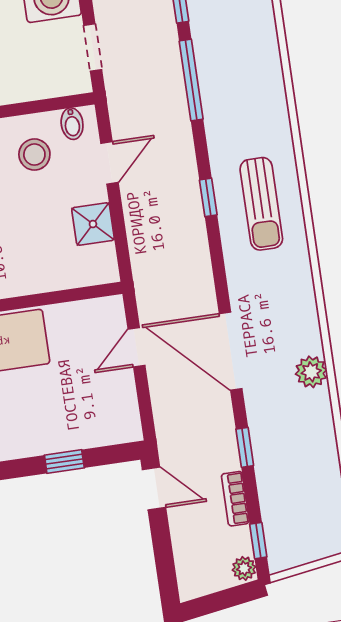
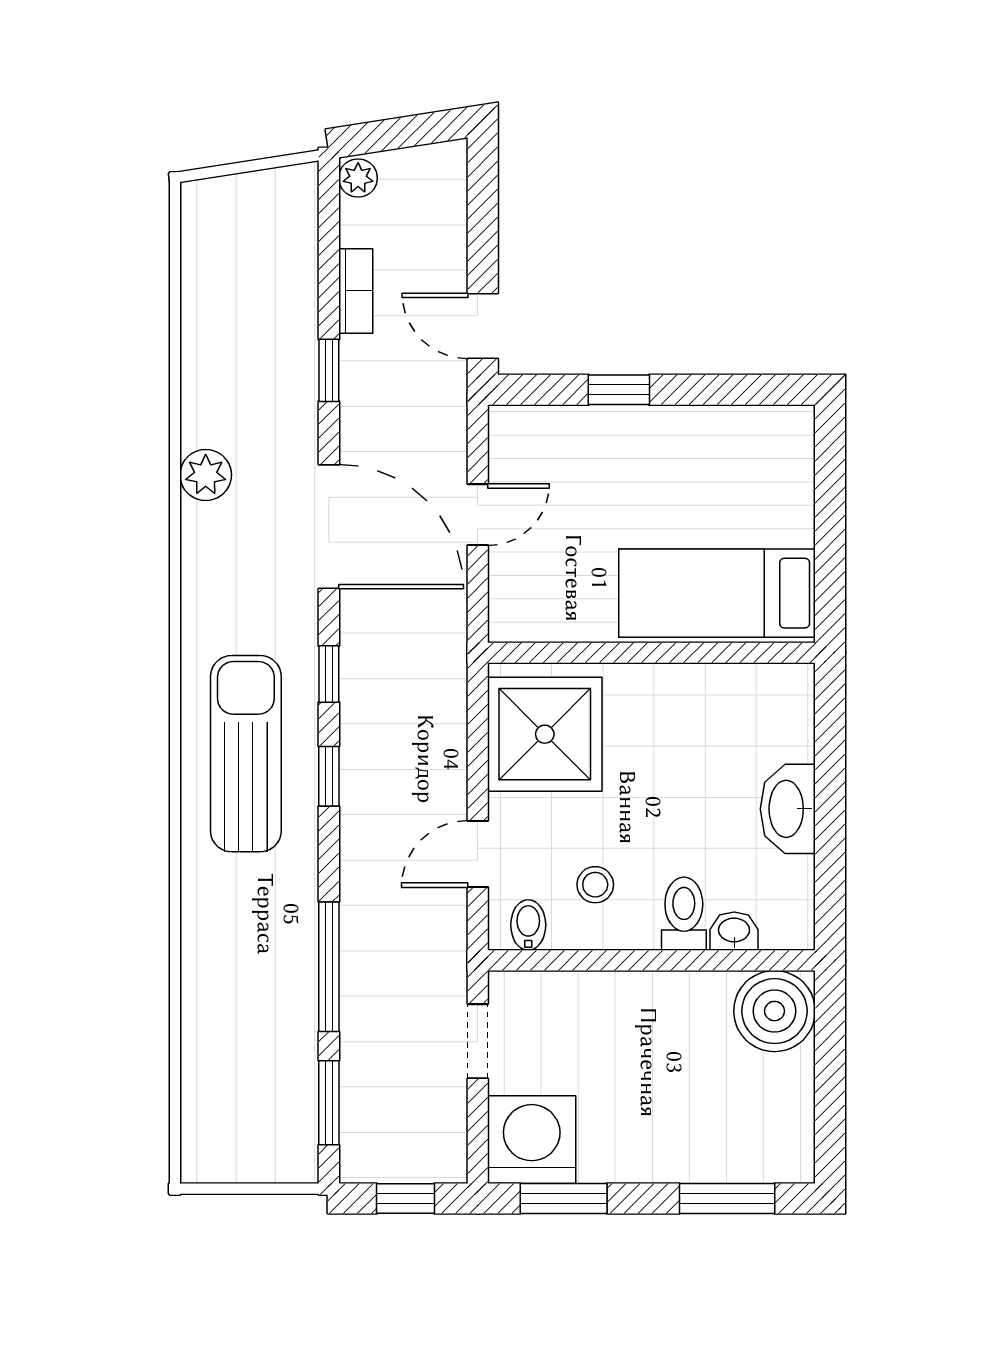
stool: (34, 155) -> (595, 885), width x0.73, depth x0.73
sun lounger: (261, 204) -> (246, 754), width x1.36, depth x1.34
shower: (93, 224) -> (545, 734), width x1.86, depth x1.86
door: (136, 347) -> (478, 515), moved
window: (258, 541) -> (329, 674), moved

